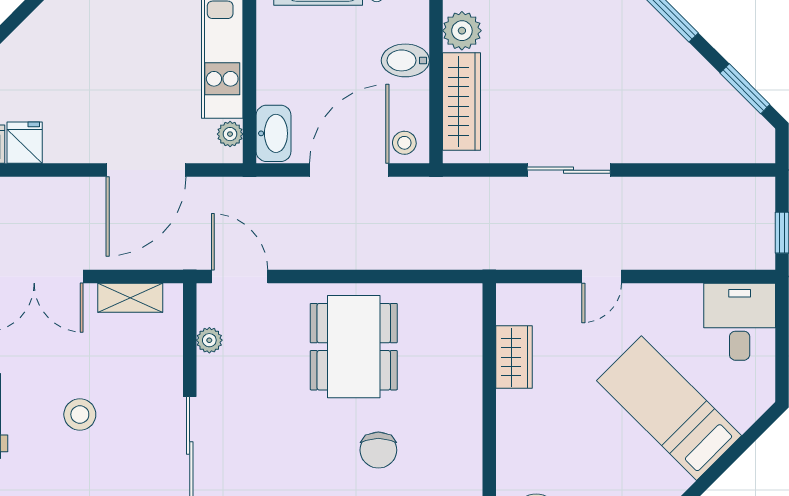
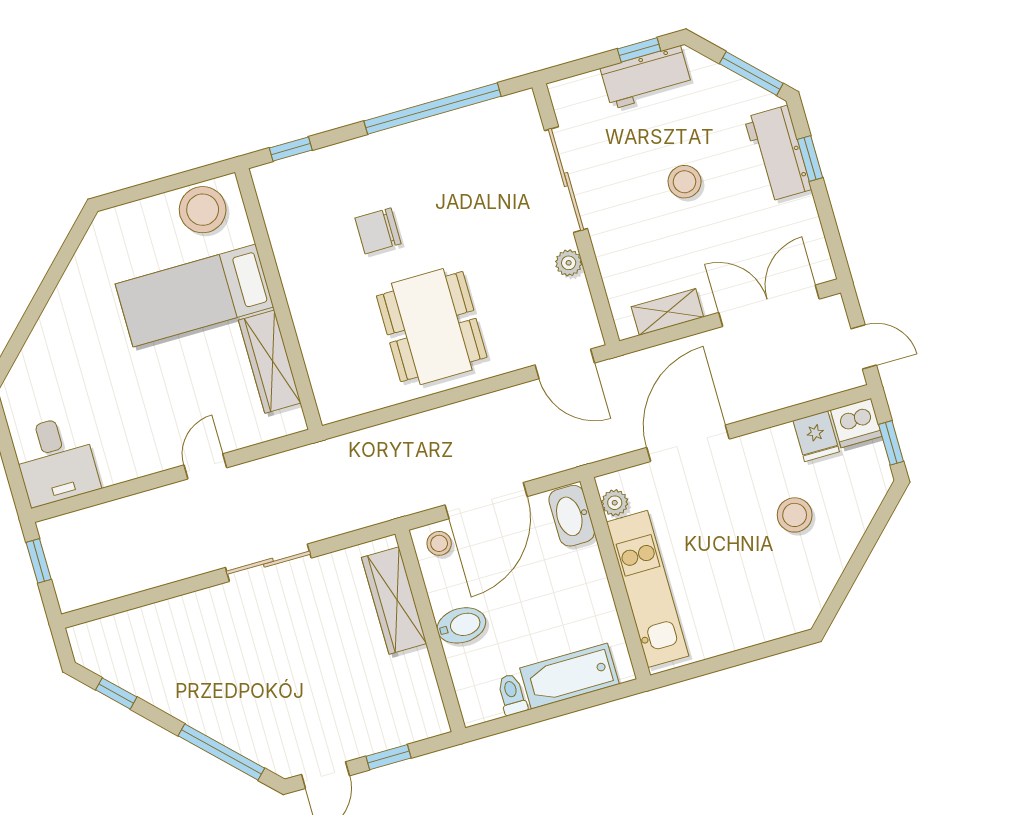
plant: (462, 31) -> (414, 671), removed
stool: (66, 75) -> (795, 515), added
window: (745, 89) -> (116, 693), width x0.67
plant: (209, 340) -> (569, 263), moved
wardrobe: (514, 357) -> (270, 362), width x1.50
bed: (669, 408) -> (194, 296), moved, turned 135
chair: (378, 450) -> (378, 231), turned -90

